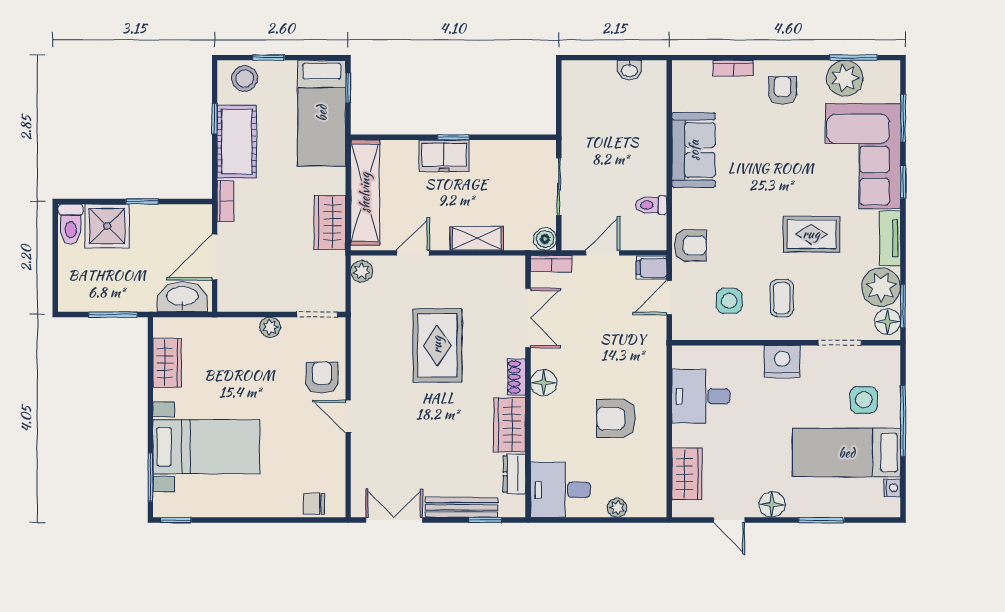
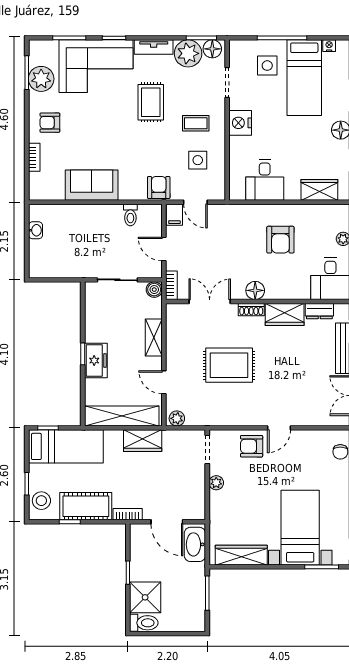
wardrobe: (167, 363) -> (241, 555), width x1.50

